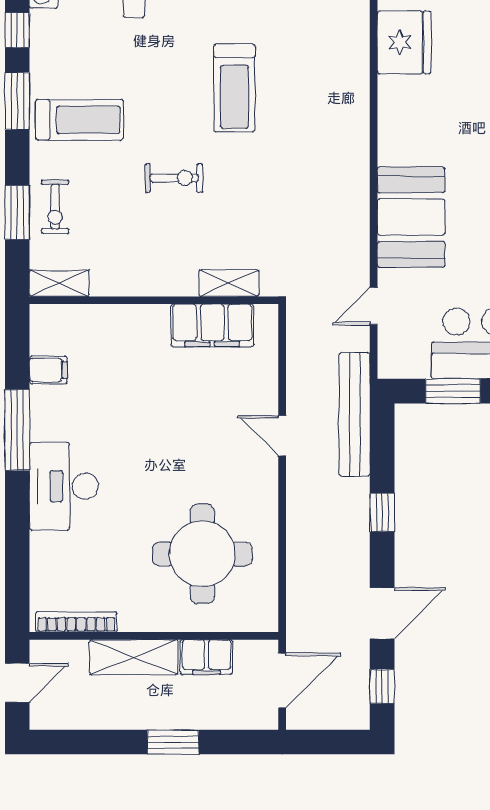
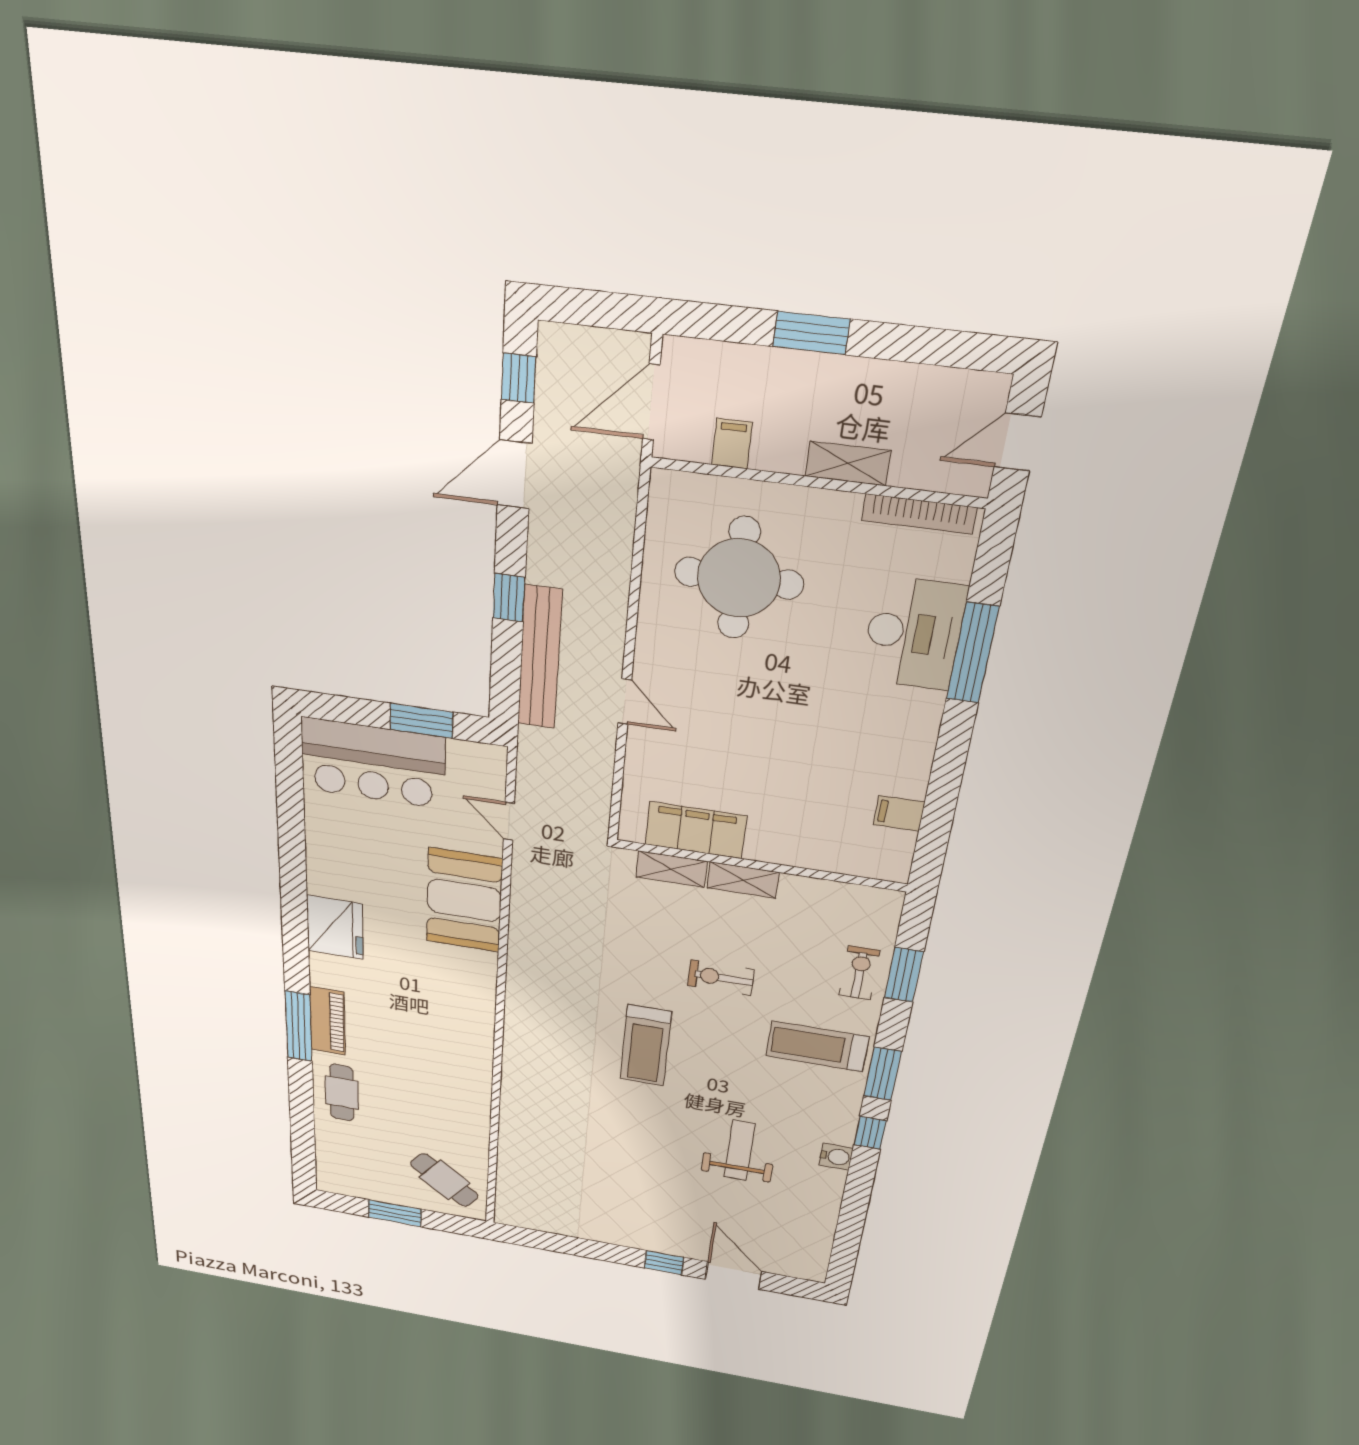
fridge: (404, 42) -> (467, 1054), removed
treadmill: (234, 88) -> (646, 1046), turned 180
shelving: (59, 283) -> (743, 880), moved
door: (374, 306) -> (509, 821), swing flipped
bench: (355, 414) -> (540, 658), moved
window: (17, 430) -> (972, 653), moved
desk: (64, 486) -> (914, 633), moved
shelving: (134, 657) -> (848, 463), width x0.67, depth x0.75
filing cabinet: (207, 657) -> (732, 444), width x0.50

